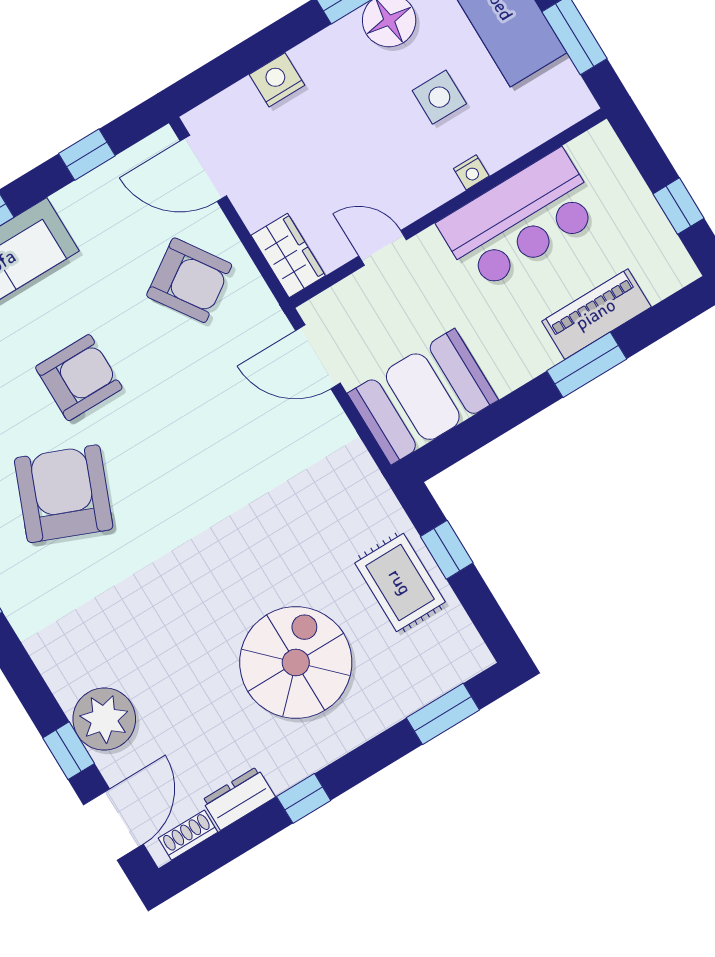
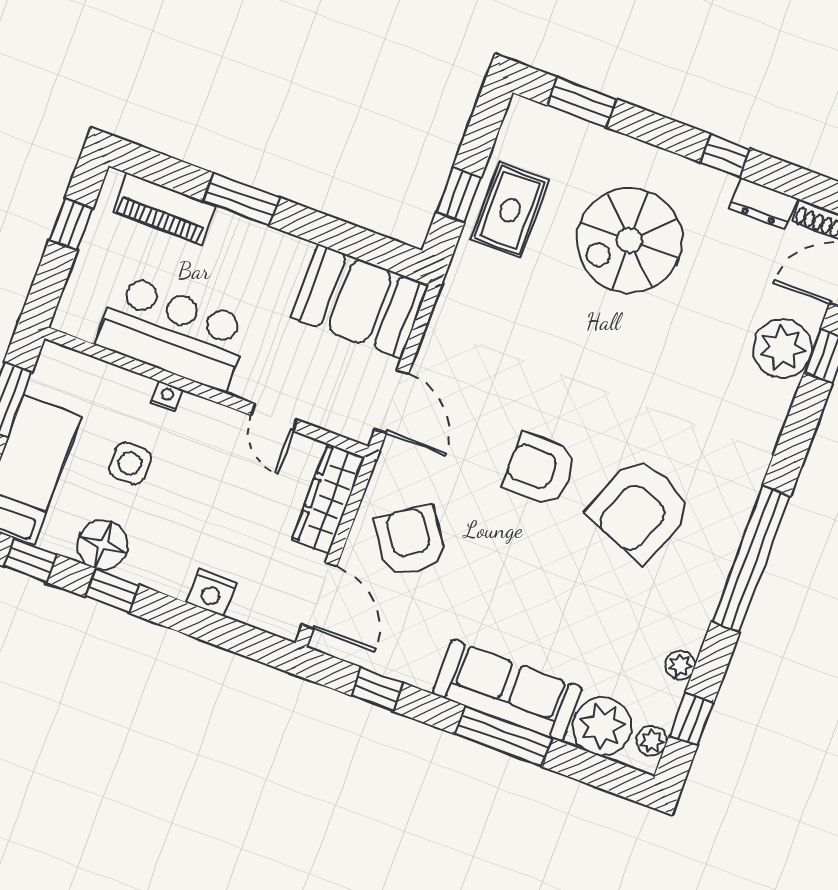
wardrobe: (288, 255) -> (328, 499), width x1.50
piano: (596, 314) -> (164, 209), moved
armchair: (79, 378) -> (540, 469), moved

